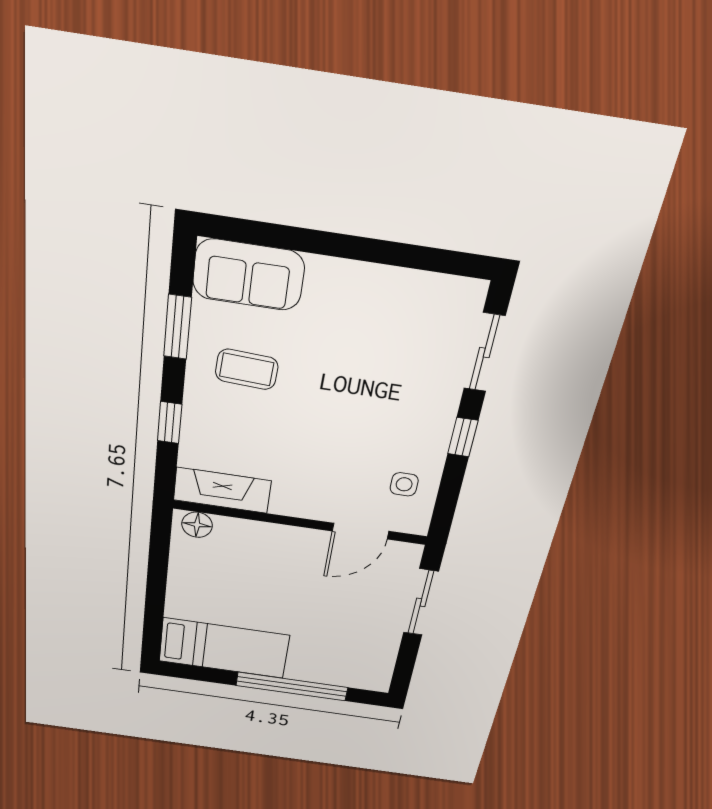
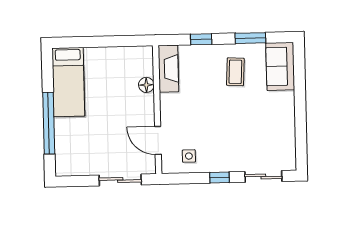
floor lamp: (197, 525) -> (146, 85), moved

